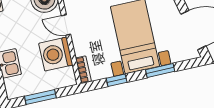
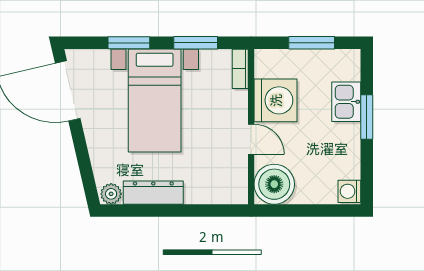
window: (117, 80) -> (196, 43), width x1.50

